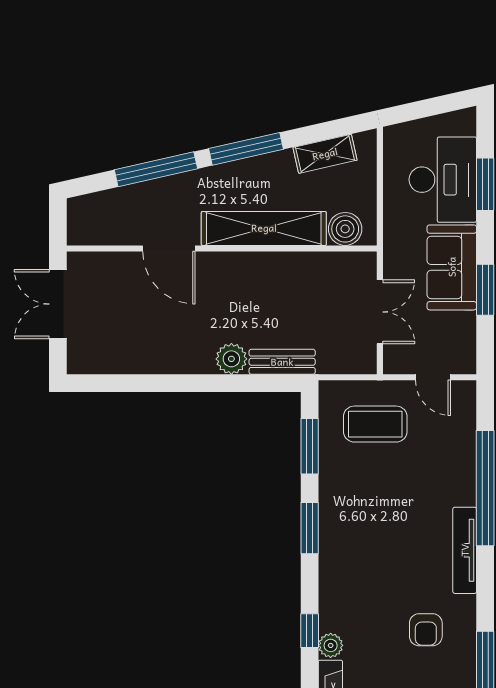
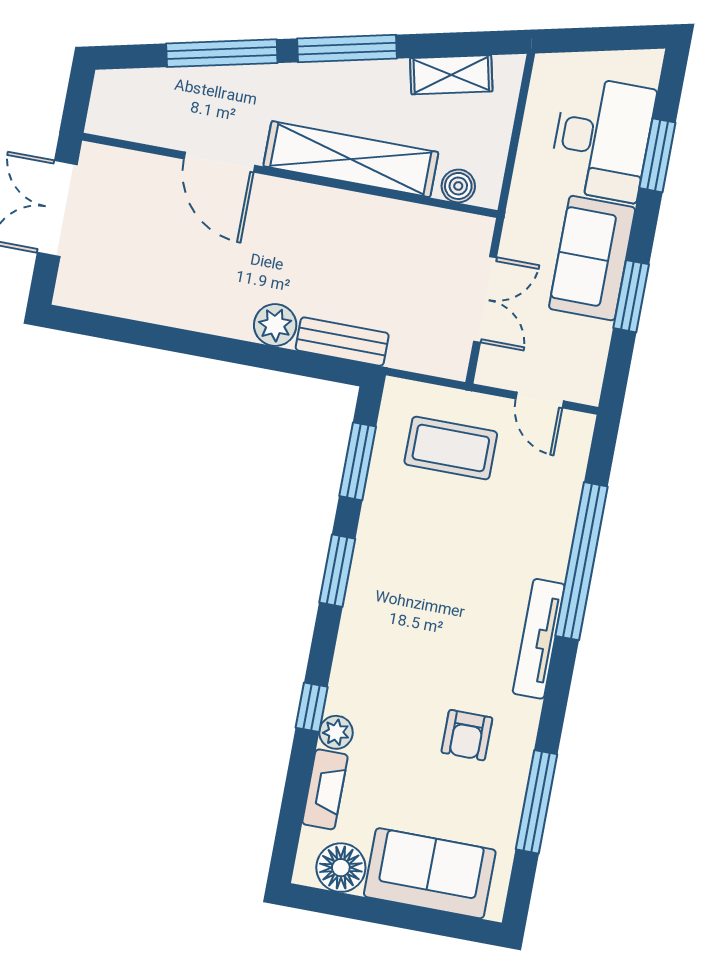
boiler: (345, 229) -> (458, 186), width x0.73, depth x0.73

